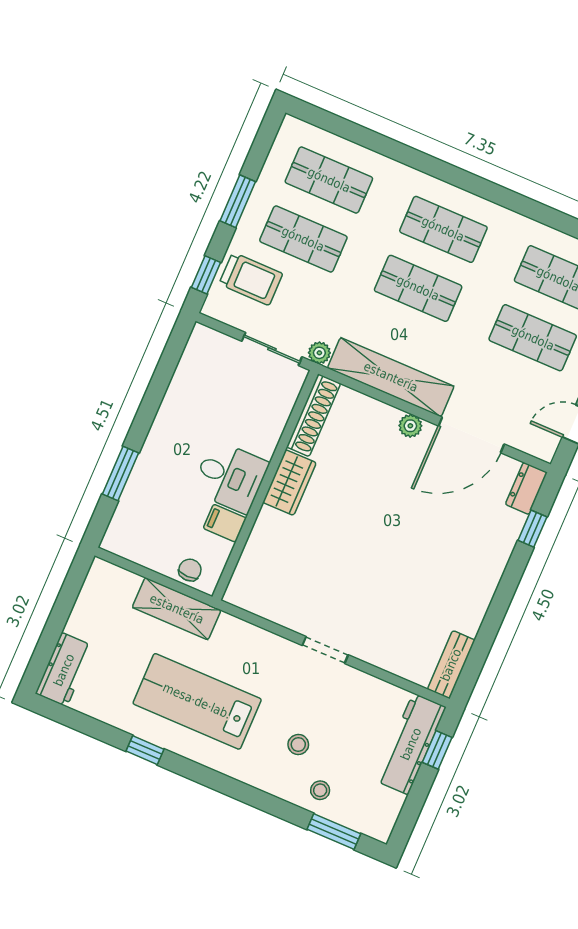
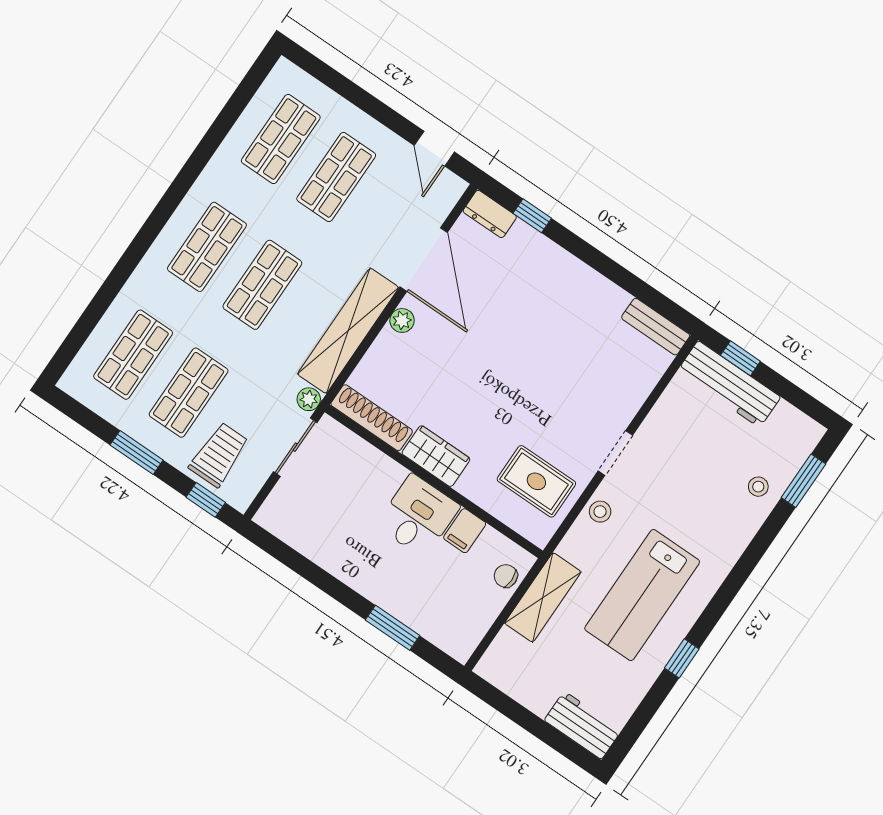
rug: (284, 581) -> (536, 481), added
stool: (298, 745) -> (600, 512), moved

